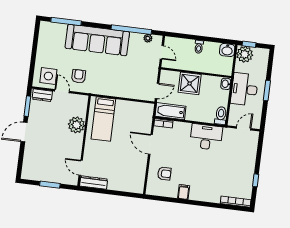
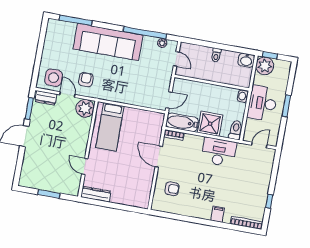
shower: (190, 83) -> (210, 124), moved
plant: (77, 125) -> (85, 108), moved
door: (81, 168) -> (85, 166), moved
filing cabinet: (184, 192) -> (218, 214), moved

